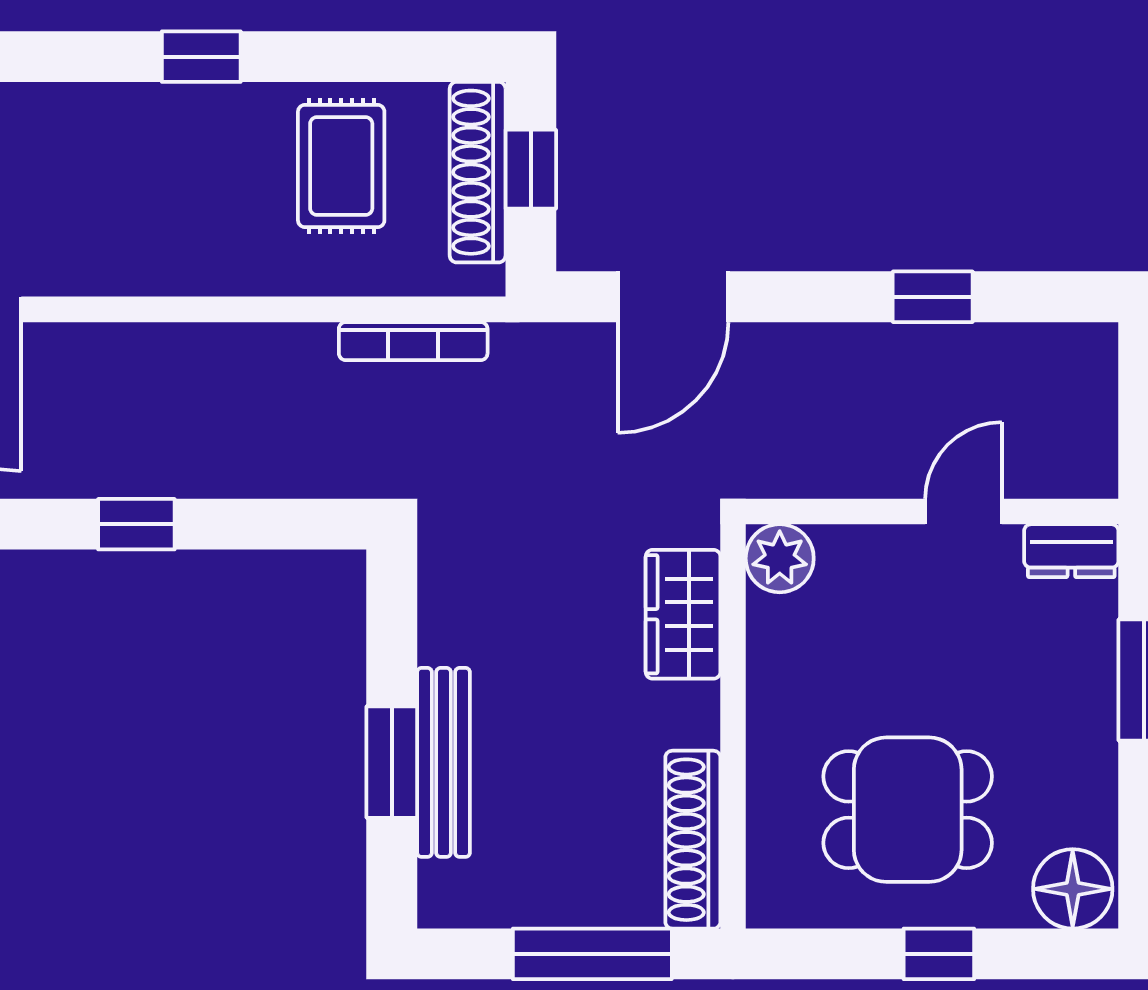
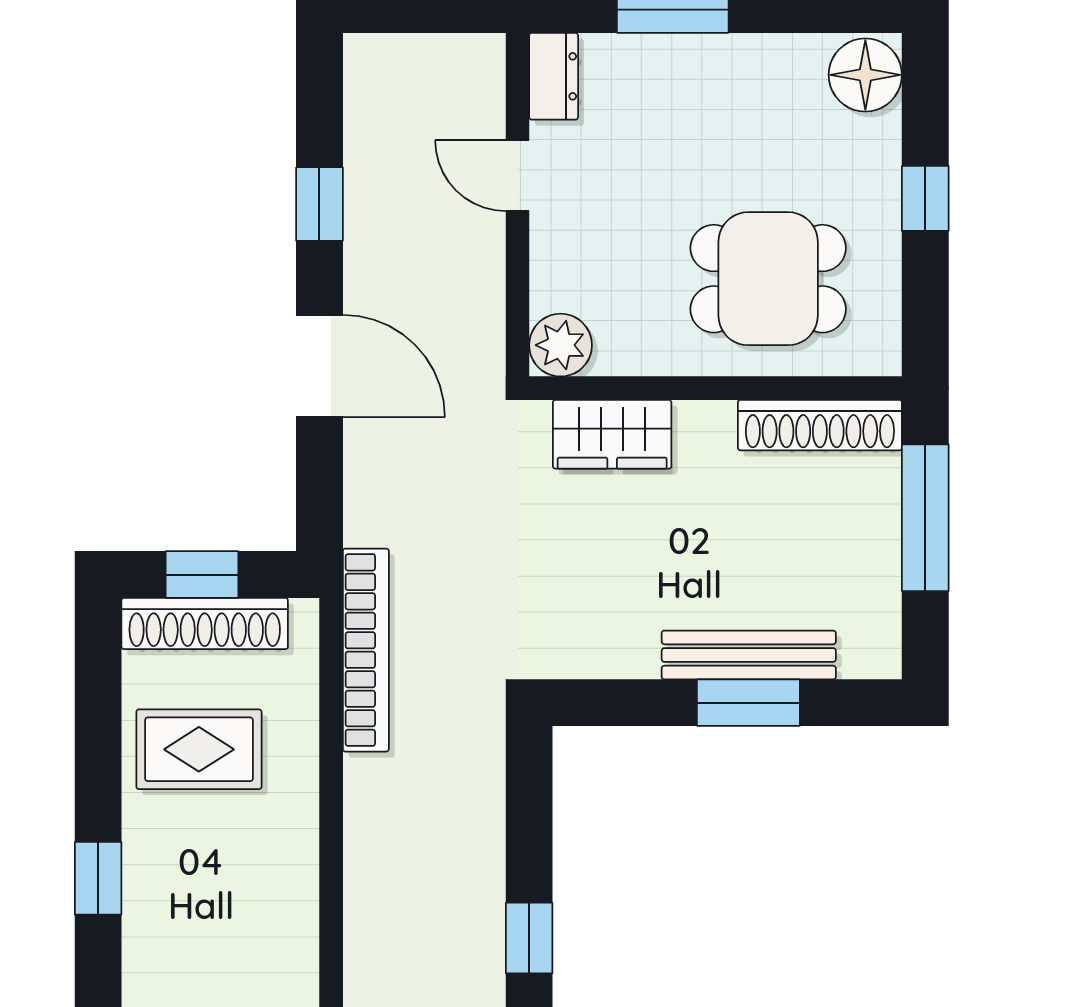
door: (673, 297) -> (319, 366), moved
bookcase: (413, 341) -> (366, 650), width x1.48, depth x1.31
dining table: (908, 810) -> (768, 279), moved, turned 90

